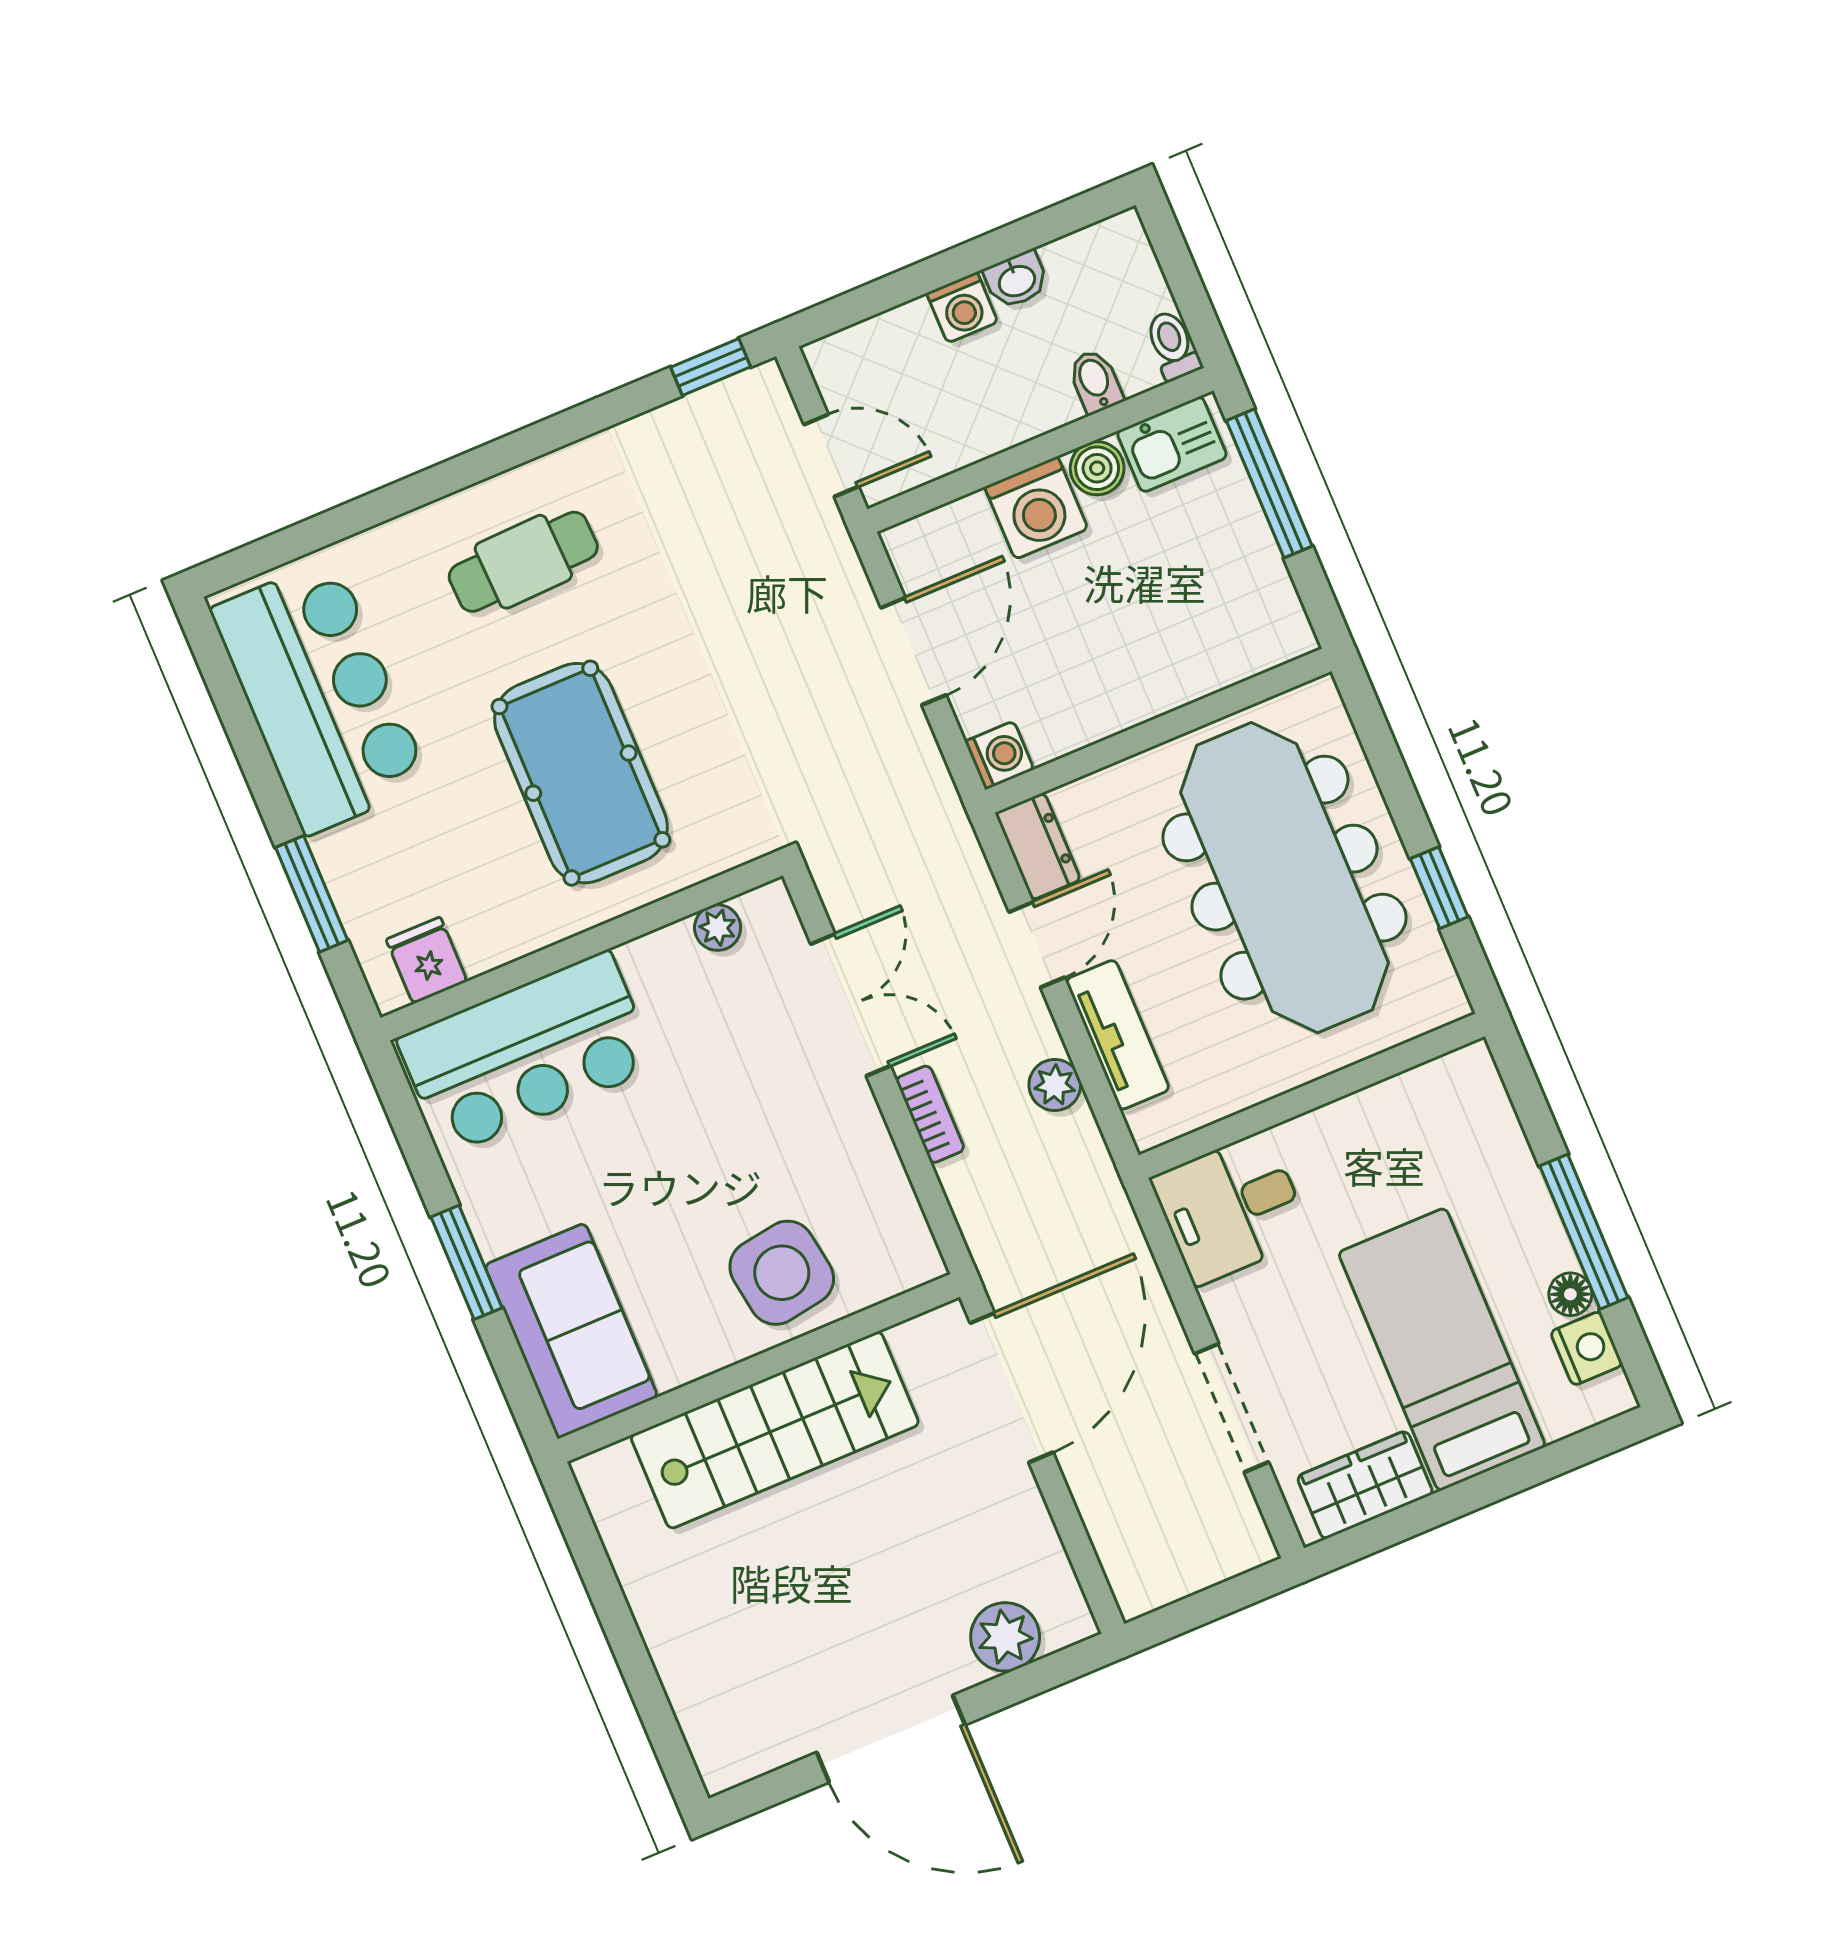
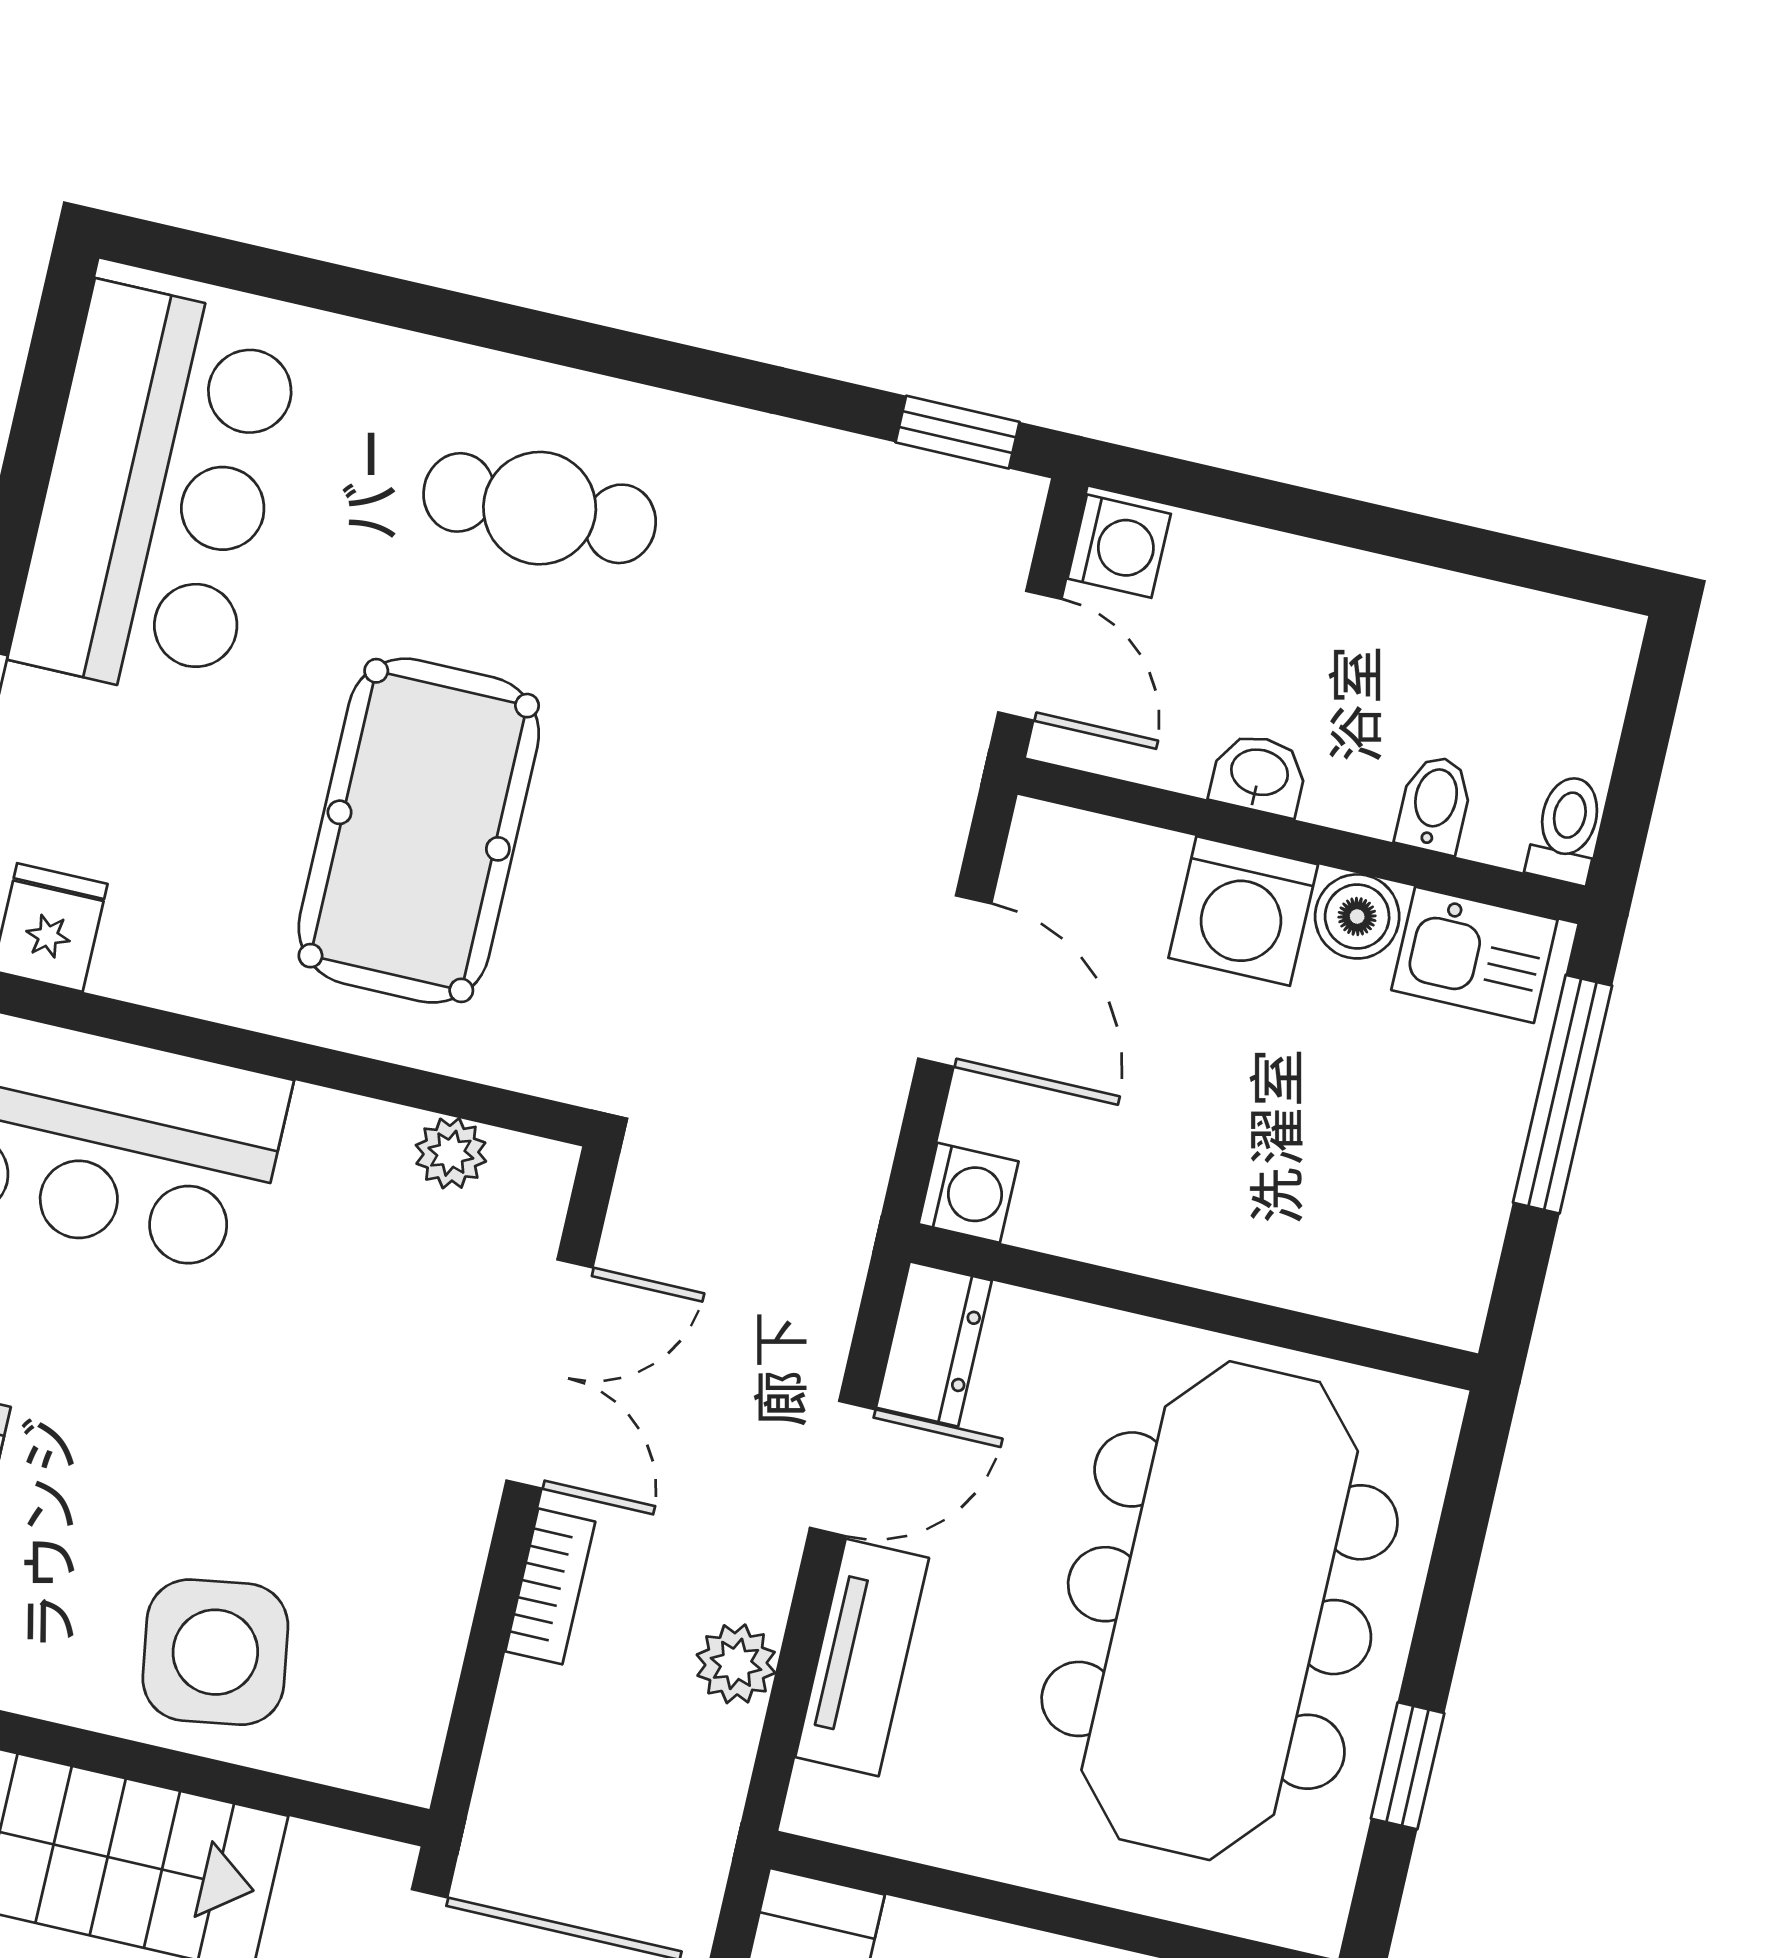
washbasin: (1016, 280) -> (1259, 774), moved, turned 180
washing machine: (962, 308) -> (1119, 546), moved, turned -90
door: (914, 651) -> (955, 981), hinge flipped

